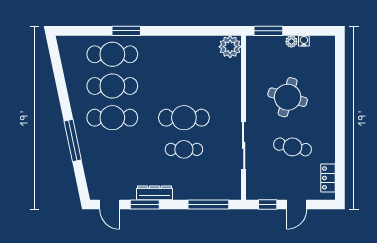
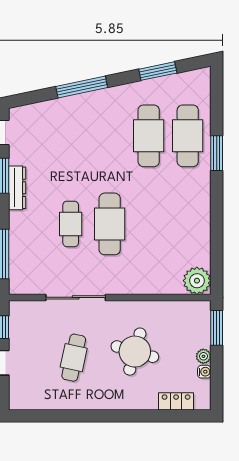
window: (60, 79) -> (158, 71), added
cafe table: (112, 118) -> (110, 136), removed
locker: (328, 178) -> (176, 401), moved

